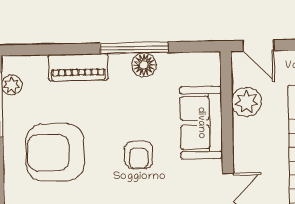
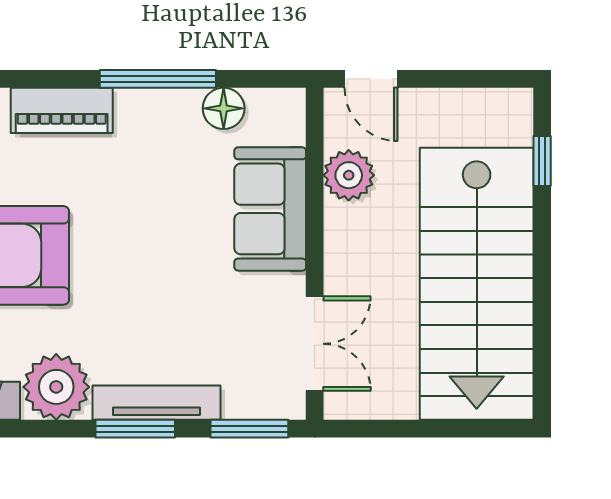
floor lamp: (144, 65) -> (224, 108), moved
armchair: (139, 155) -> (162, 262), removed

